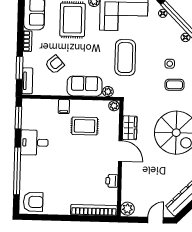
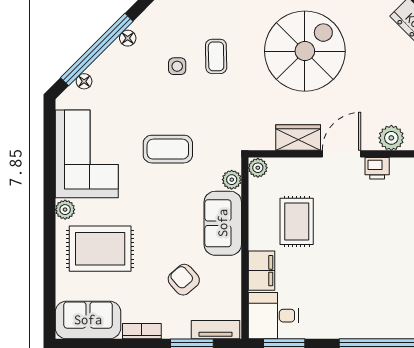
coffee table: (125, 58) -> (168, 149), width x0.73, depth x0.76
filing cabinet: (64, 107) -> (261, 271), width x2.00
desk: (34, 143) -> (273, 316), moved, turned 90
plant: (128, 178) -> (391, 138), added
printer: (112, 181) -> (377, 168), moved

